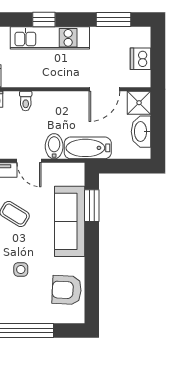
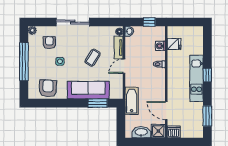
dishwasher: (141, 59) -> (174, 132), moved
bidet: (54, 146) -> (133, 81), removed

